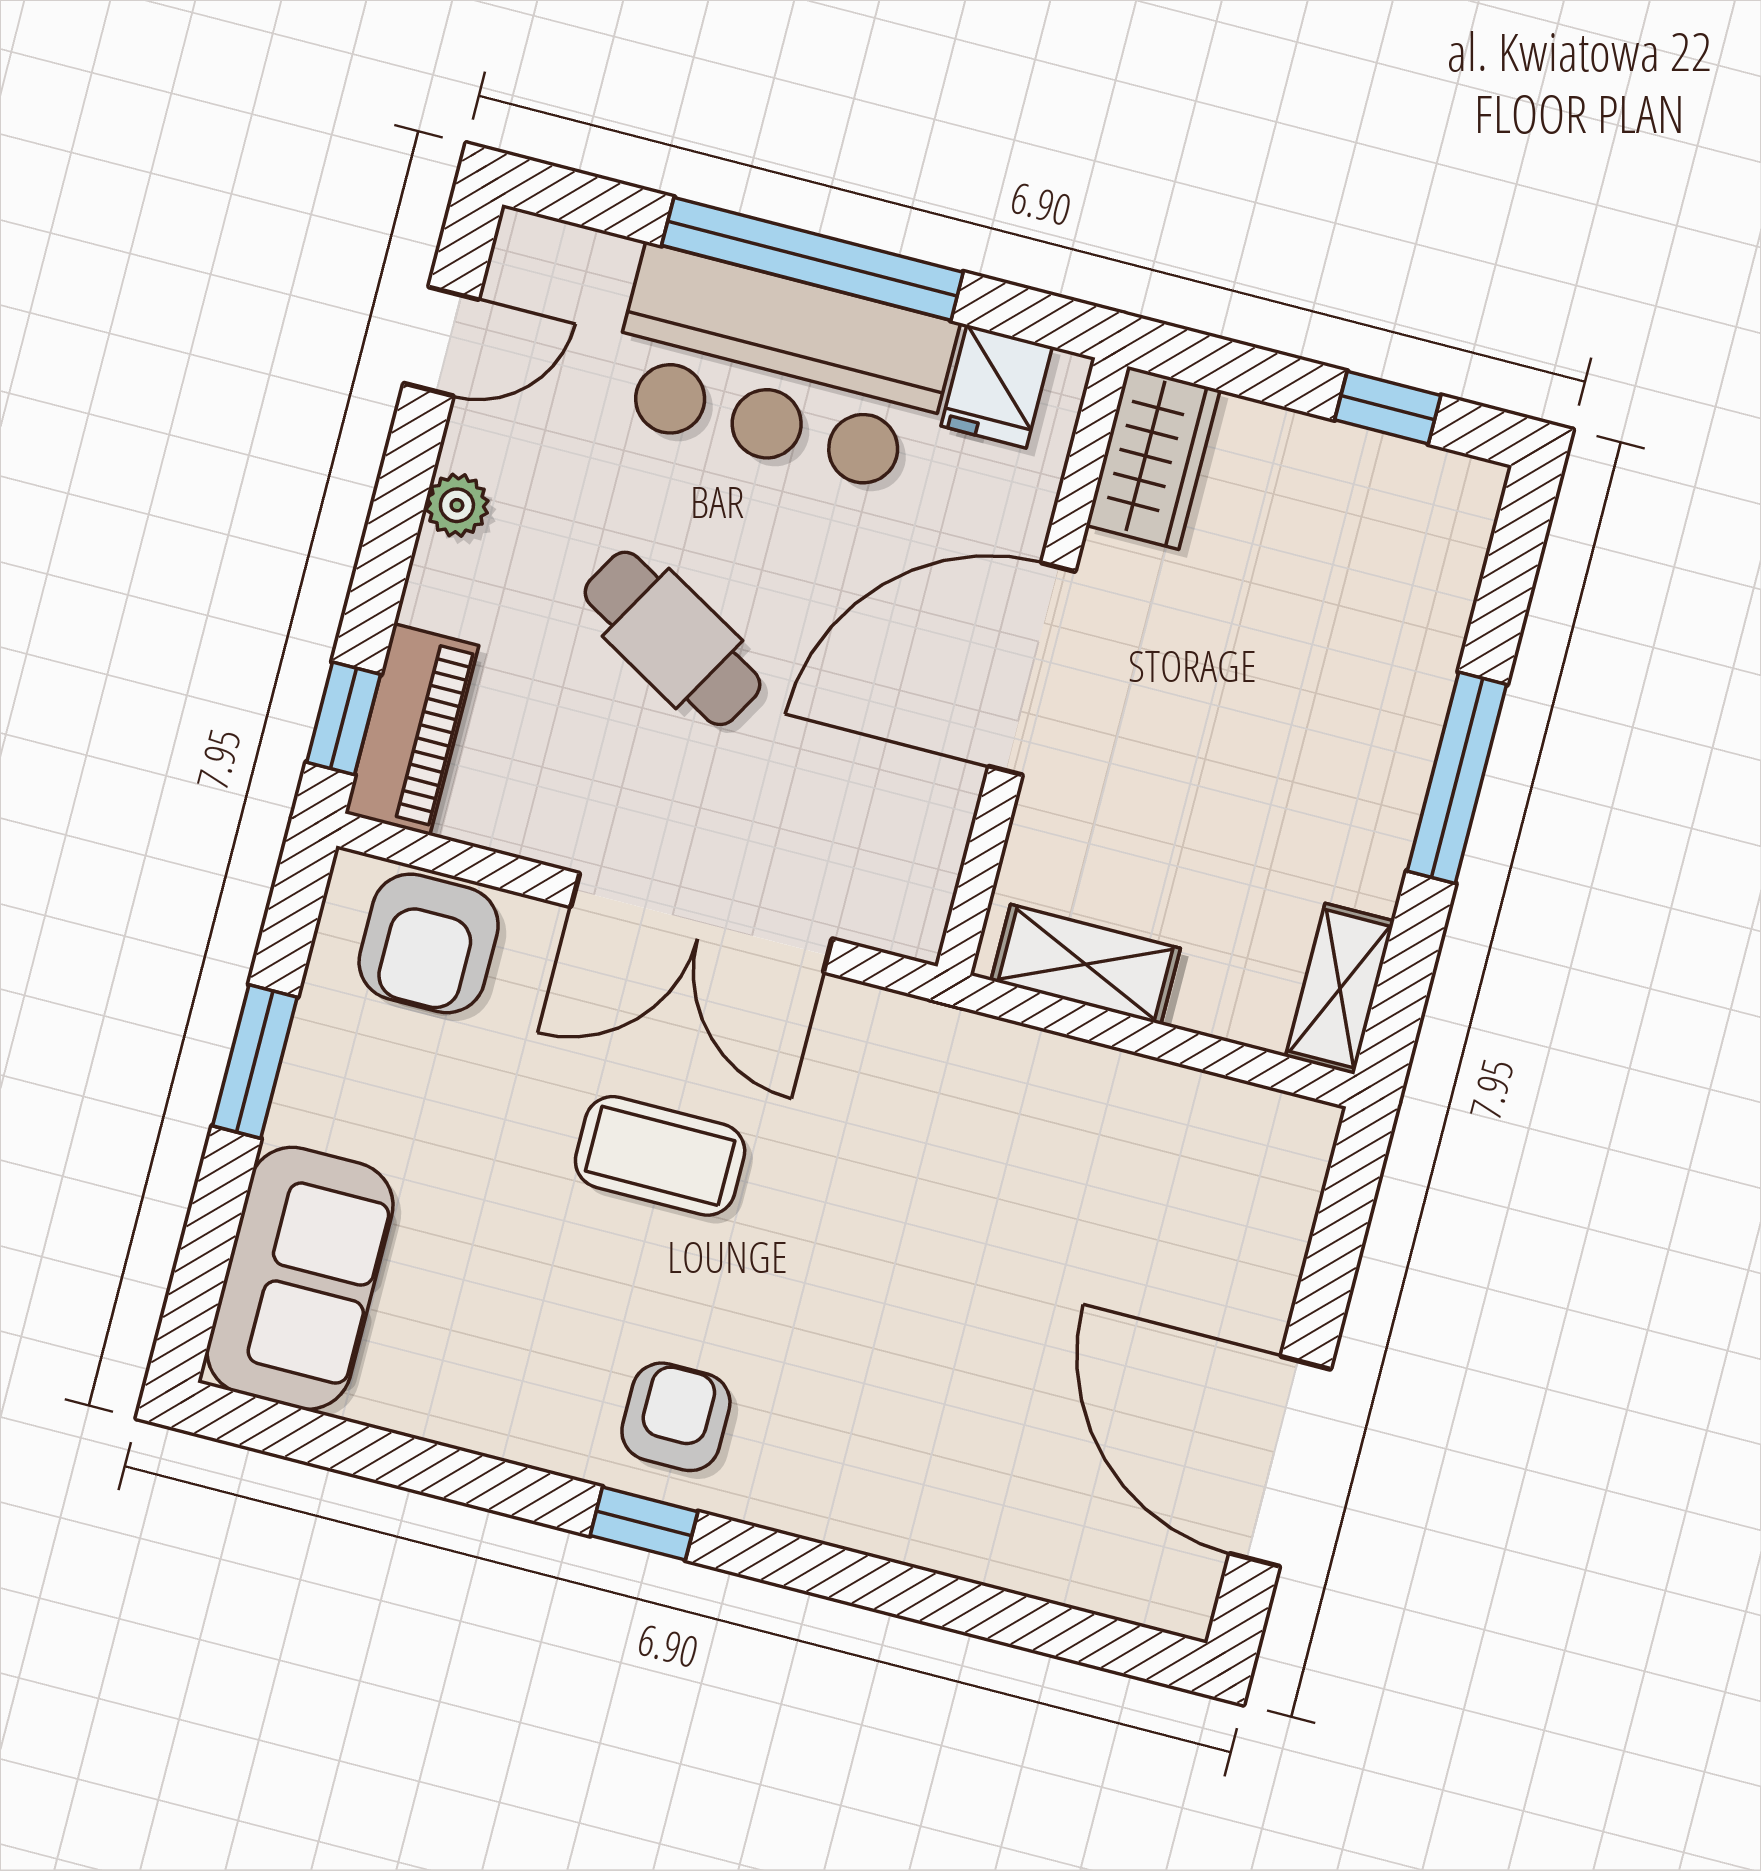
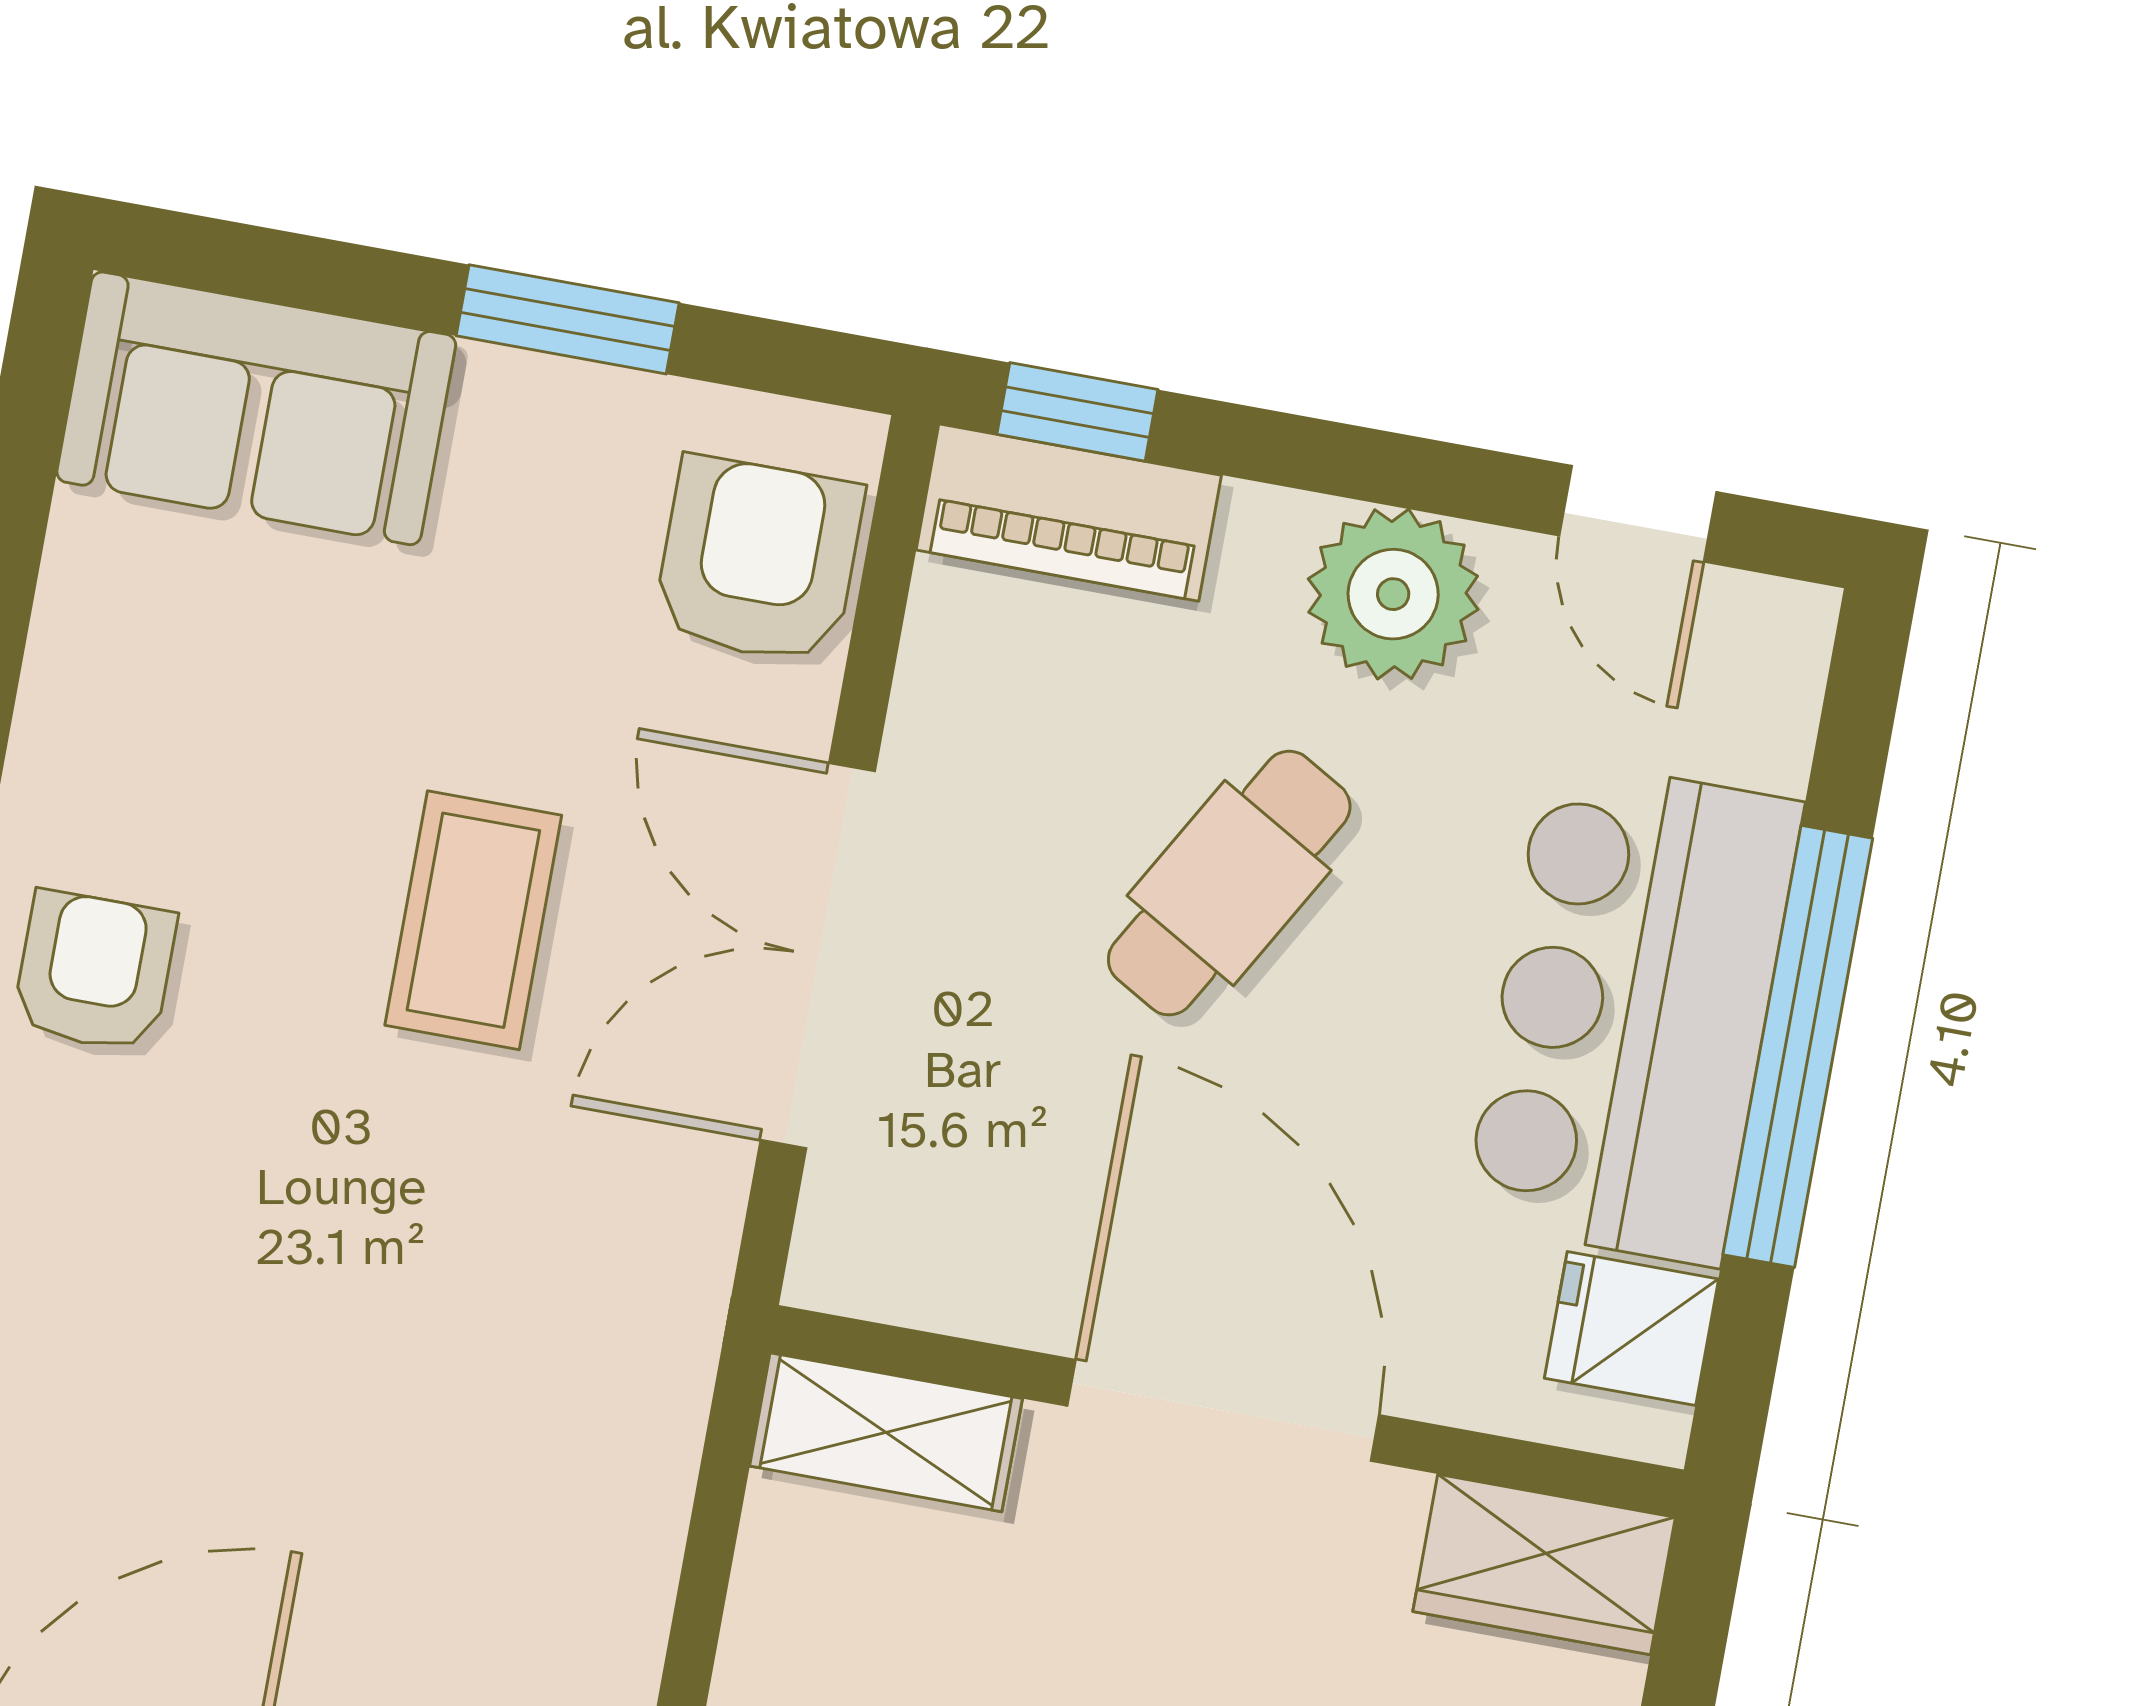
plant: (457, 505) -> (1393, 594), width x1.88, depth x1.88
armchair: (429, 943) -> (758, 560), turned 90
shelving: (1086, 964) -> (886, 1432), moved, turned 90
armchair: (676, 1417) -> (94, 971), turned -90

